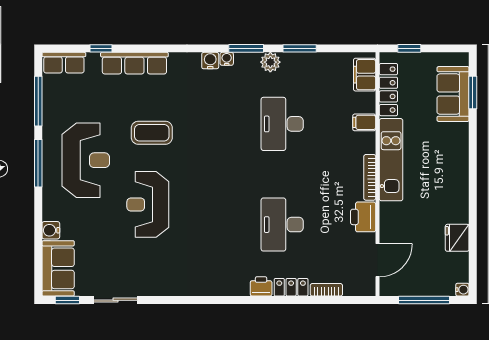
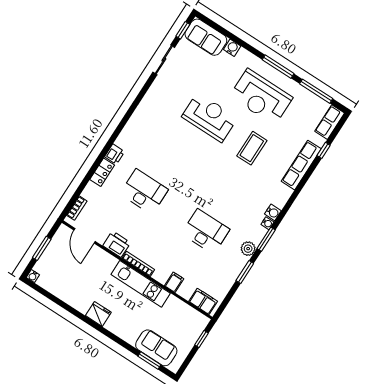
locker: (388, 90) -> (185, 310), removed
fridge: (457, 238) -> (98, 314), moved
bookcase: (326, 290) -> (77, 208), moved
window: (424, 300) -> (42, 248), width x0.69

